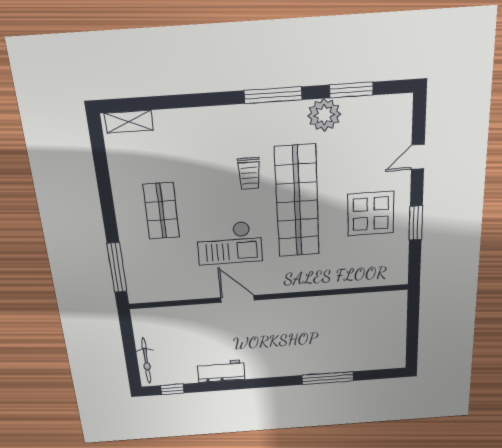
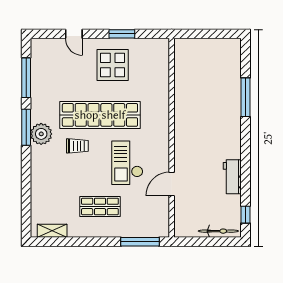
window: (351, 90) -> (26, 78), width x1.44
plant: (324, 115) -> (41, 134), moved
shelving: (129, 122) -> (52, 231), moved, turned 90
checkout: (229, 243) -> (127, 163), turned 180
door: (237, 299) -> (172, 184), moved

